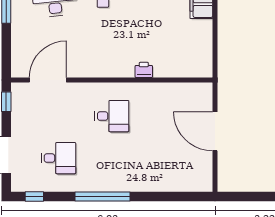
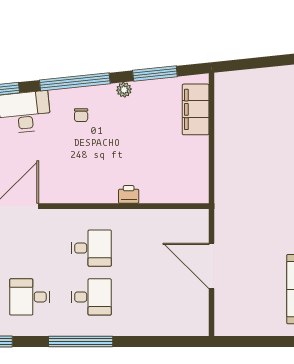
desk: (59, 158) -> (30, 297), turned 180
desk: (112, 158) -> (91, 297), added

